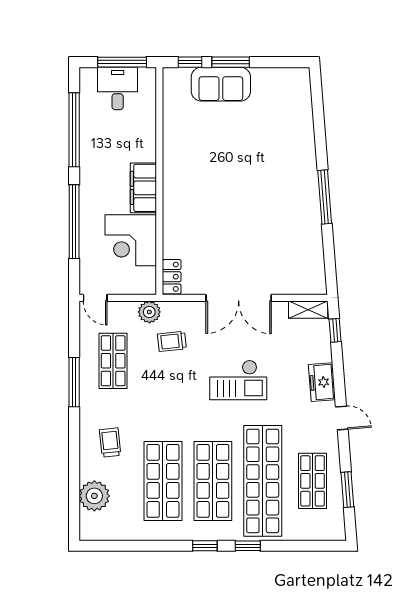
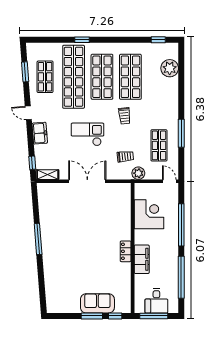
filing cabinet: (143, 188) -> (142, 259), moved
locker: (172, 277) -> (126, 251), moved
trolley: (110, 442) -> (125, 116), moved
window: (205, 546) -> (158, 40), moved

